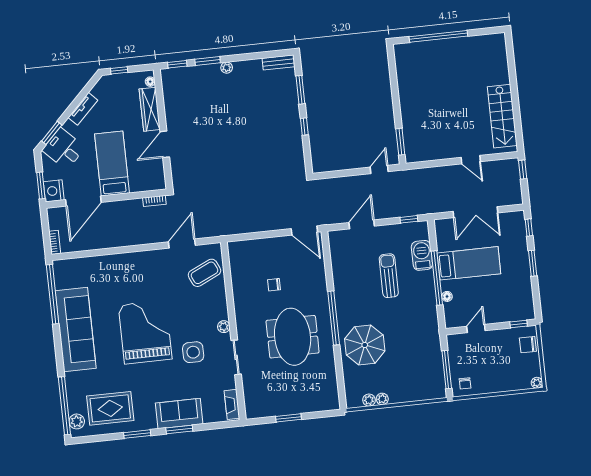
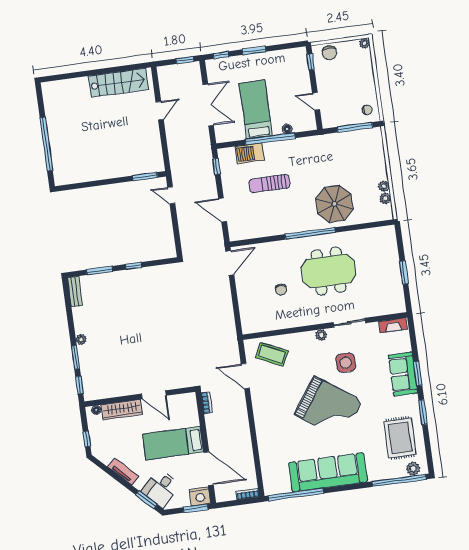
window: (523, 170) -> (185, 60), moved
coffee table: (204, 273) -> (272, 354), turned -40
grand piano: (145, 332) -> (328, 408), turned -145

